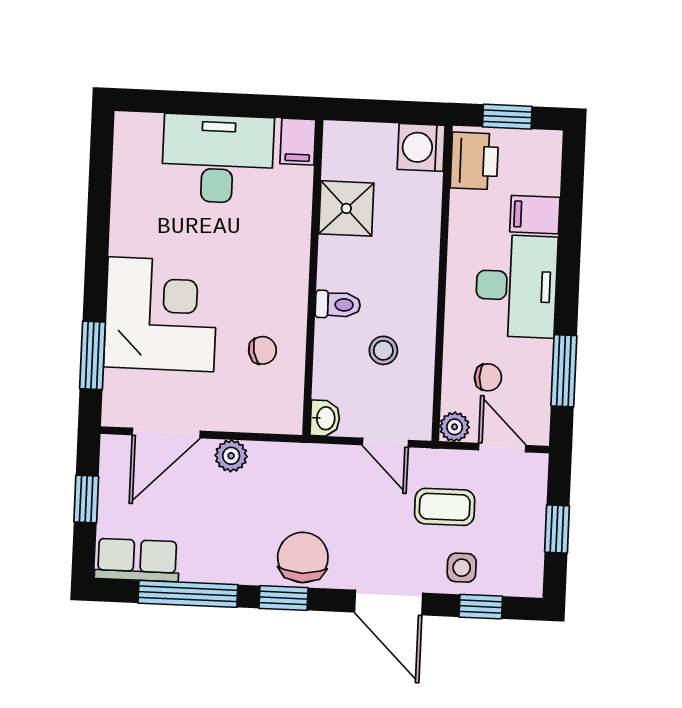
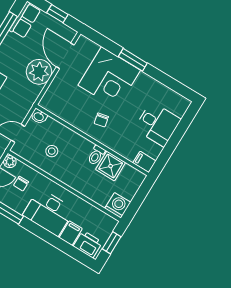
desk: (218, 159) -> (158, 124), width x0.73
printer: (474, 161) -> (88, 244), moved, turned 180
toilet: (338, 305) -> (96, 155), moved
chair: (262, 350) -> (101, 120), moved
window: (92, 355) -> (133, 60), moved
plant: (231, 456) -> (39, 72), width x1.87, depth x1.87

